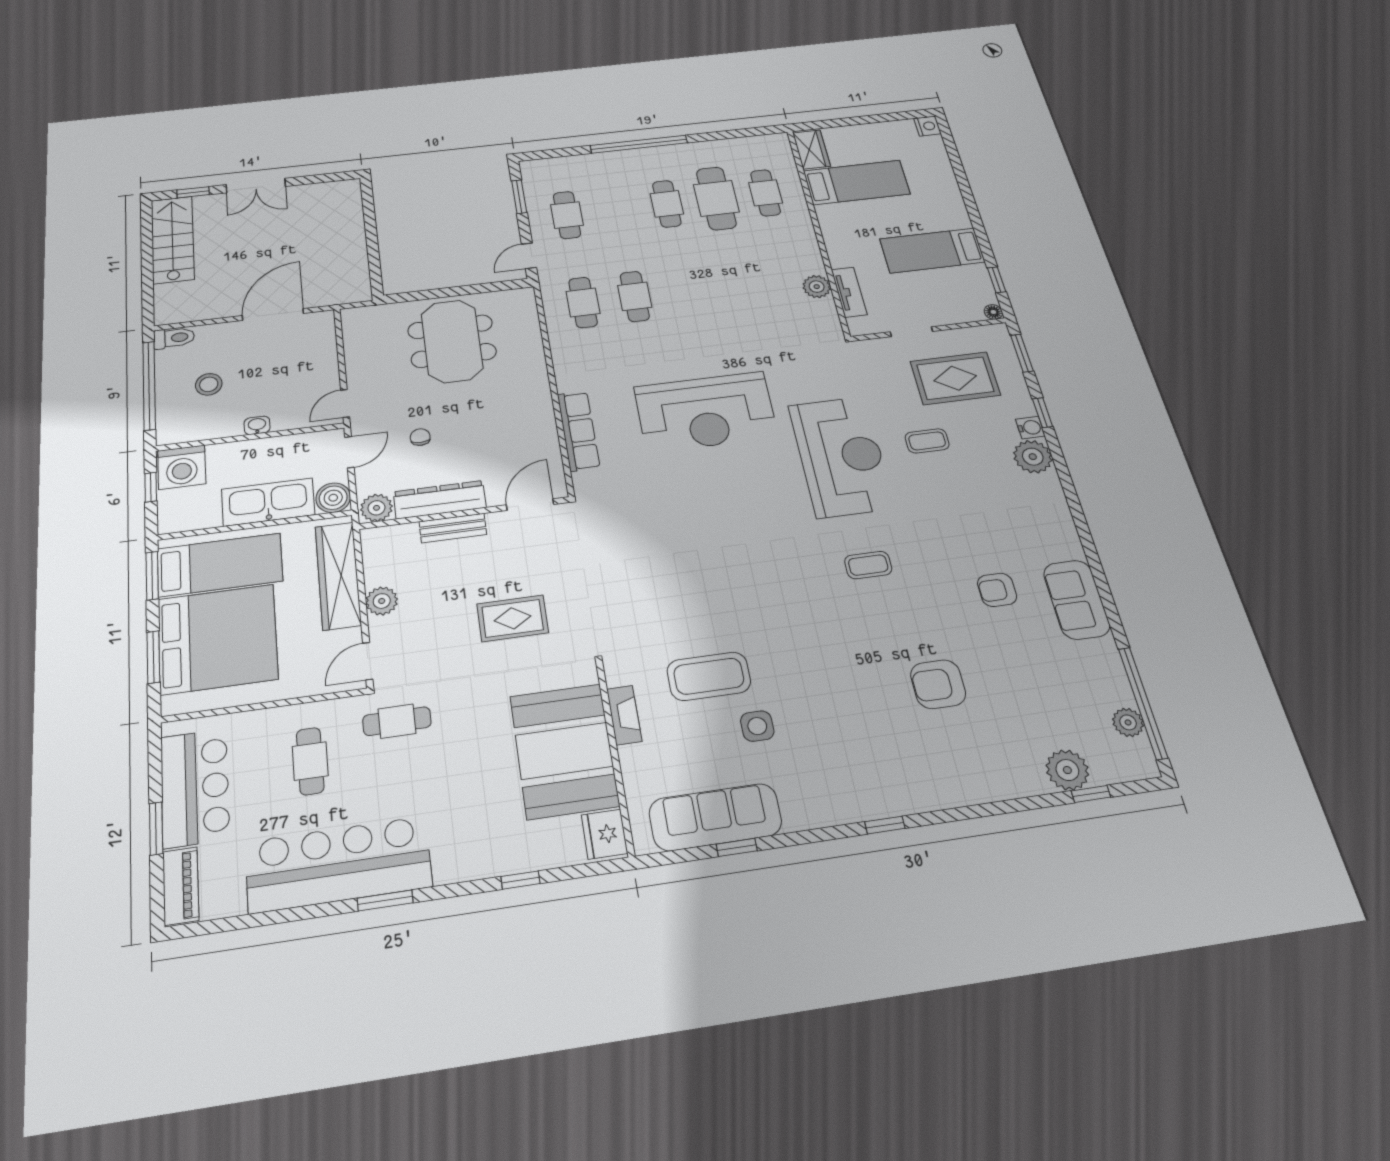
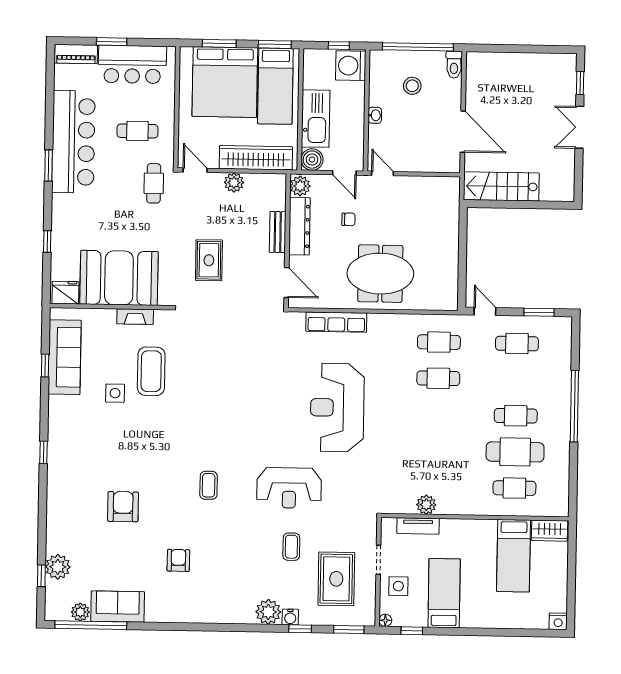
stairs: (173, 240) -> (501, 186), moved, turned 180
side table: (940, 303) -> (398, 586), added
meeting table: (452, 341) -> (380, 274), moved
reception desk: (841, 456) -> (289, 488), width x0.74, depth x0.77
sofa: (1077, 600) -> (118, 607), moved

